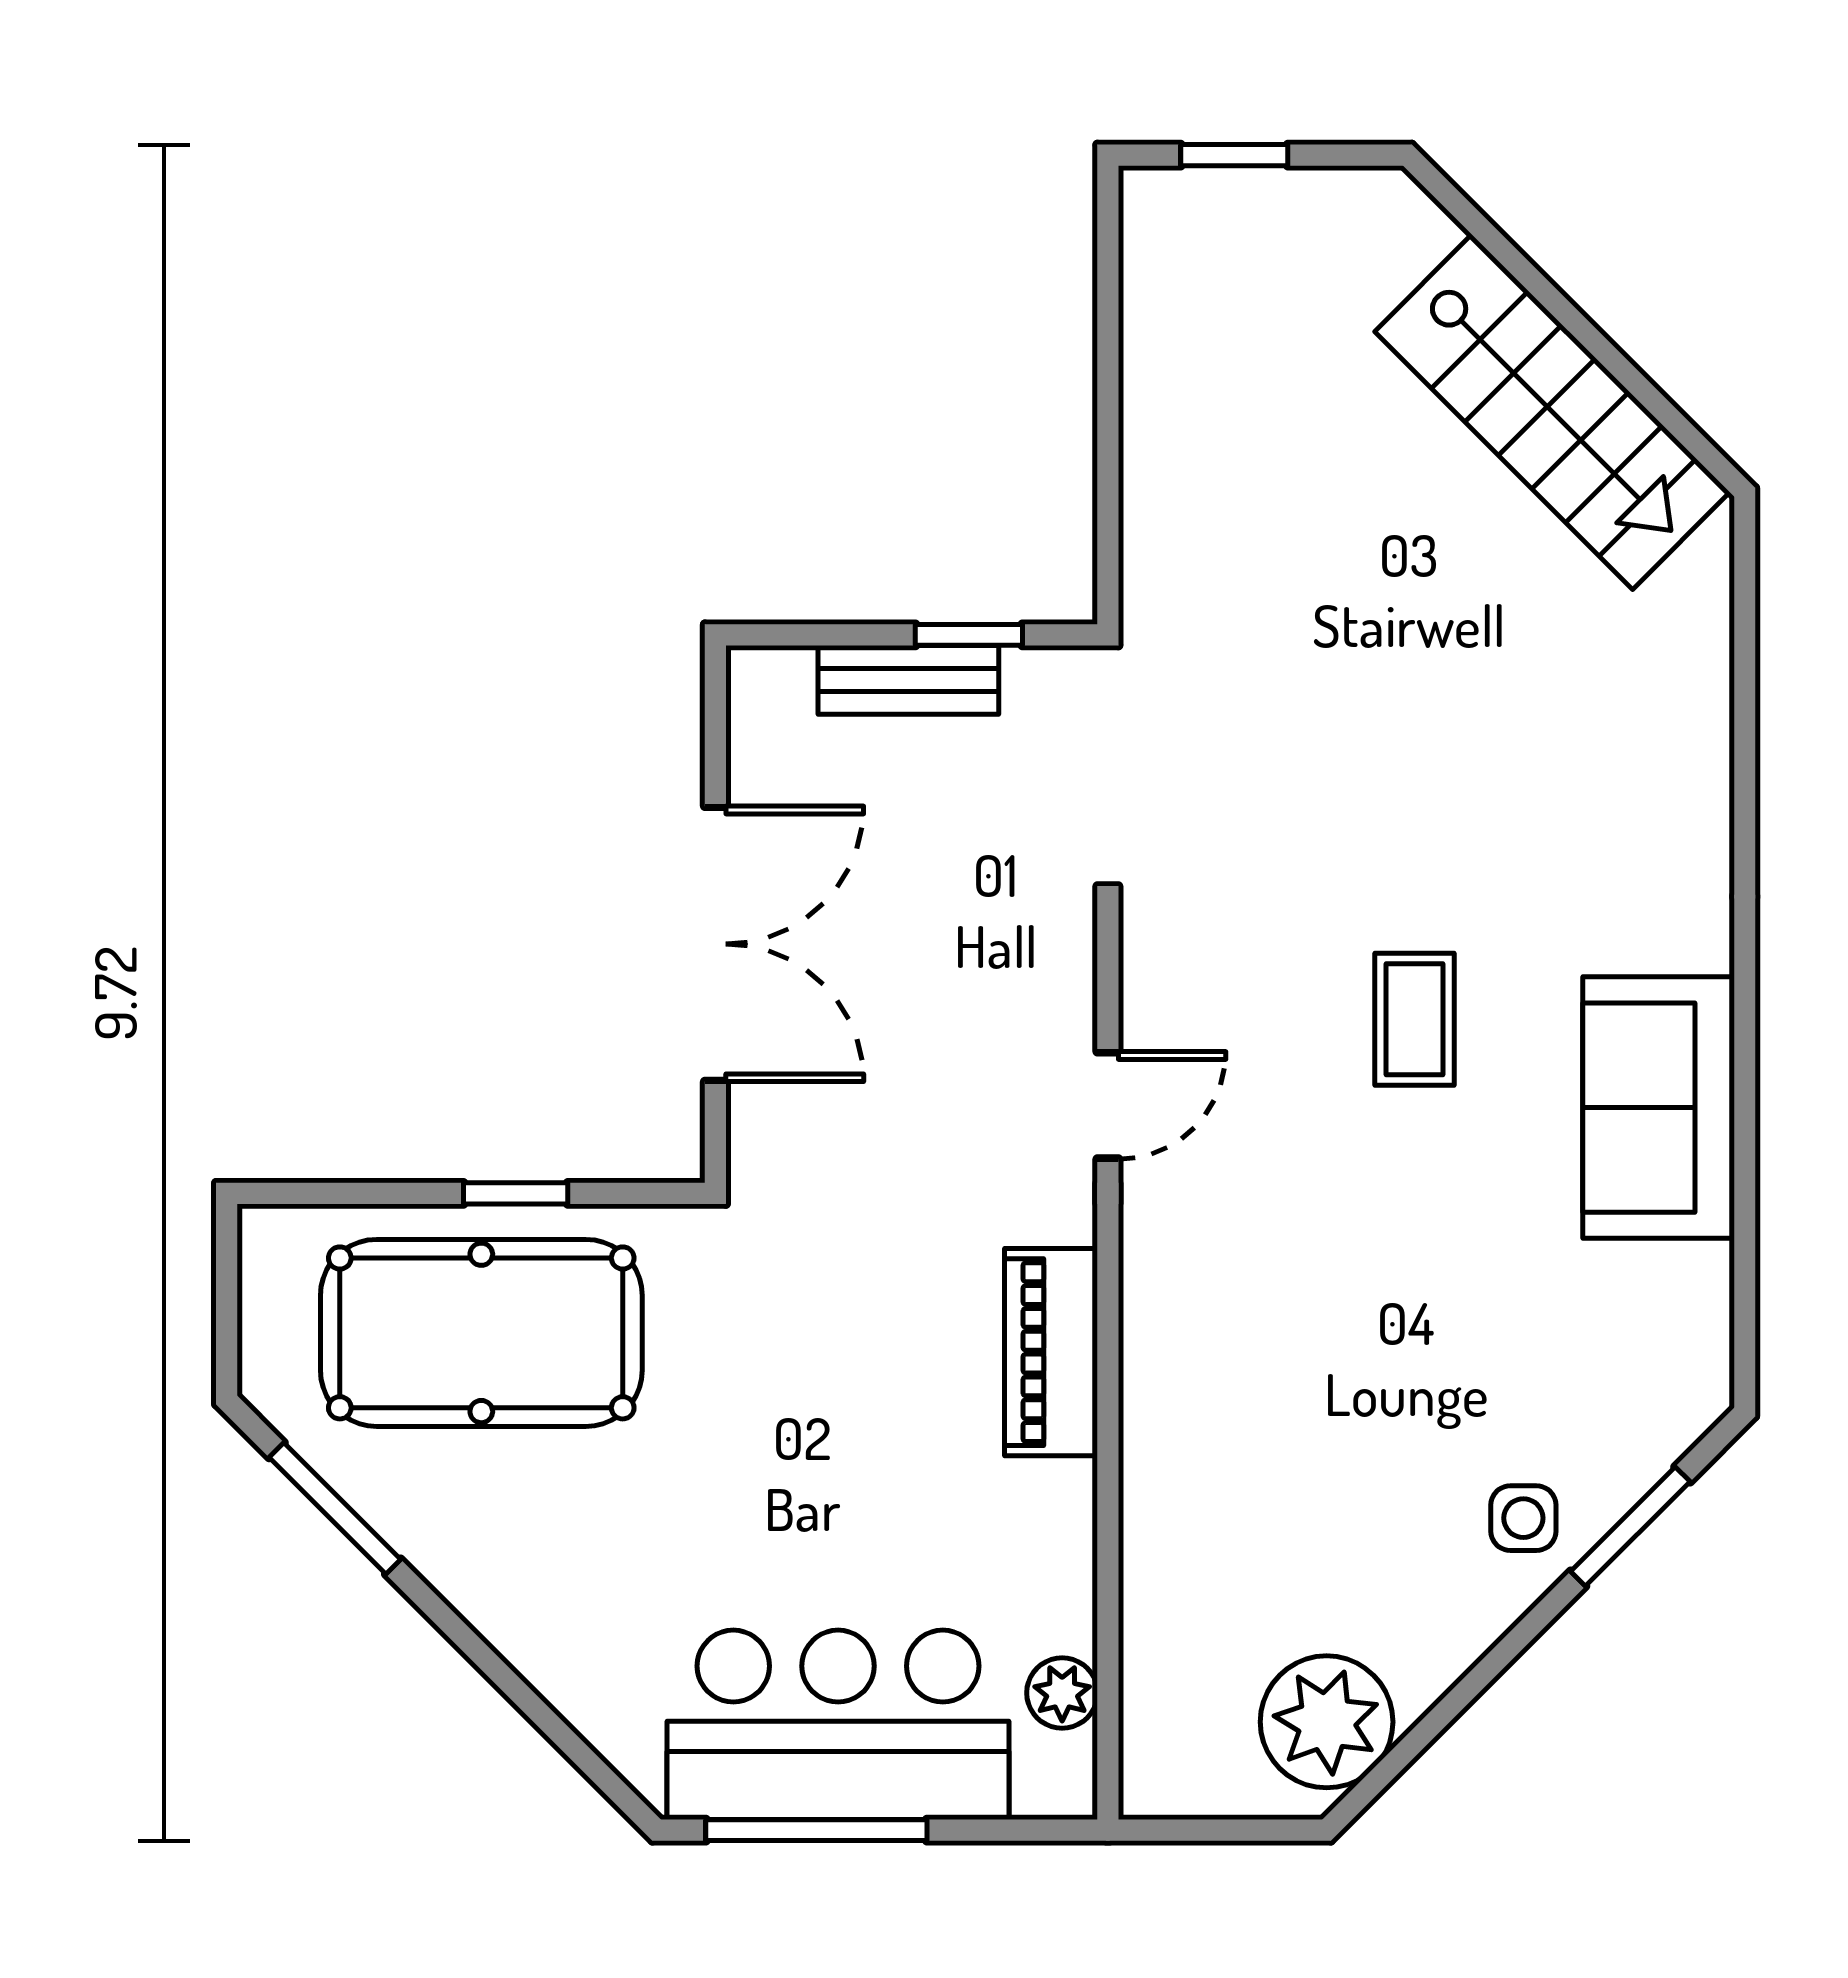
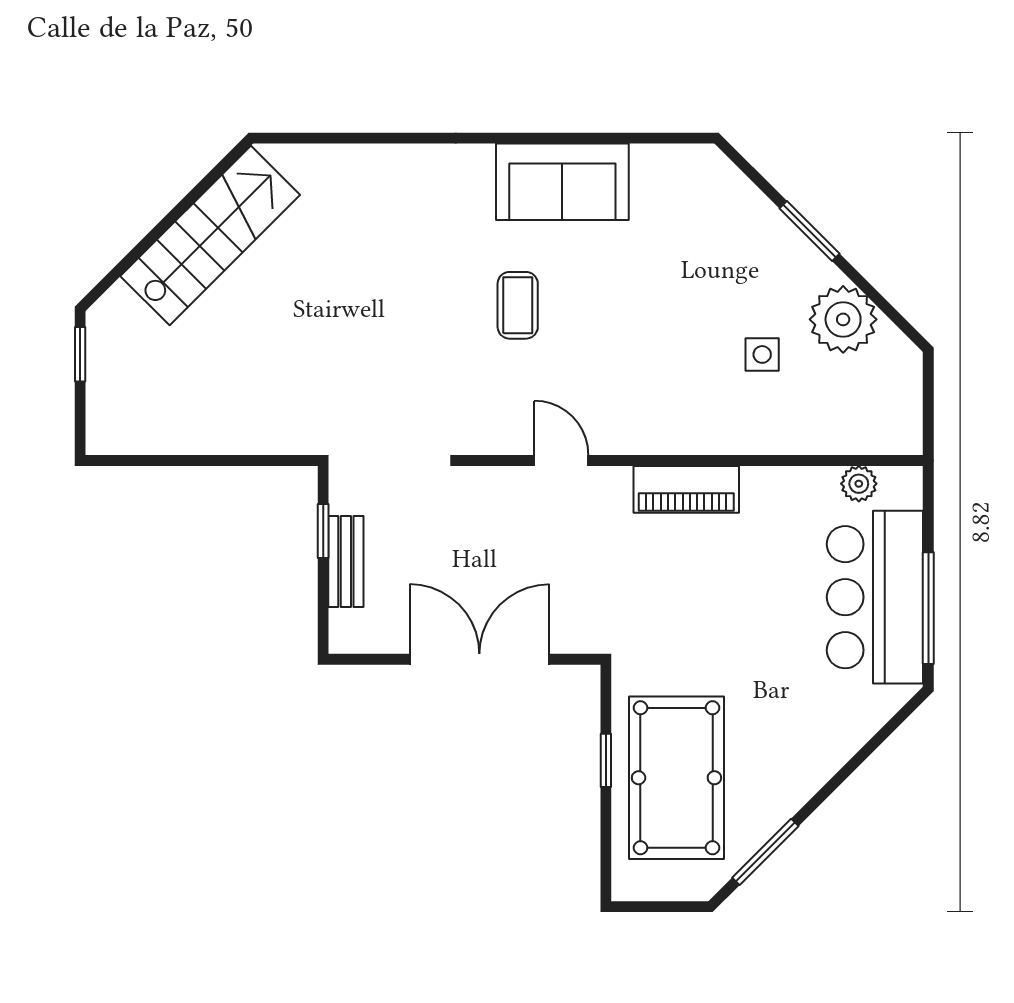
window: (1234, 155) -> (80, 354), moved
coffee table: (1414, 1019) -> (518, 305), turned 90
side table: (1523, 1518) -> (762, 354), moved
window: (1630, 1526) -> (809, 231), moved
plant: (1327, 1722) -> (843, 319), moved

